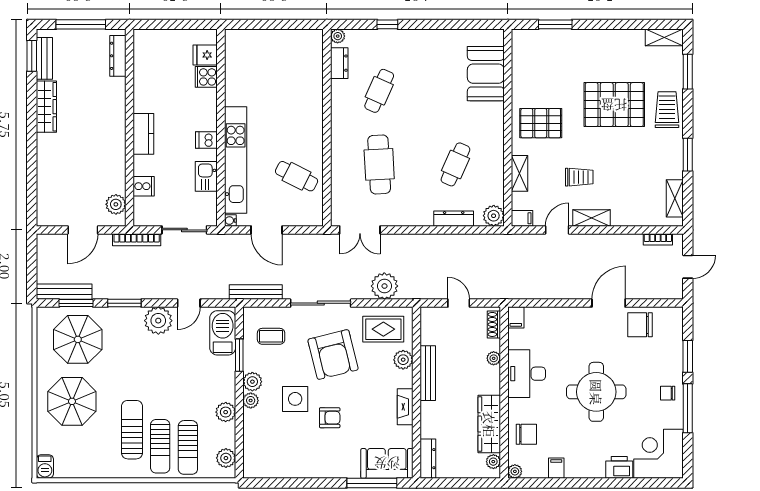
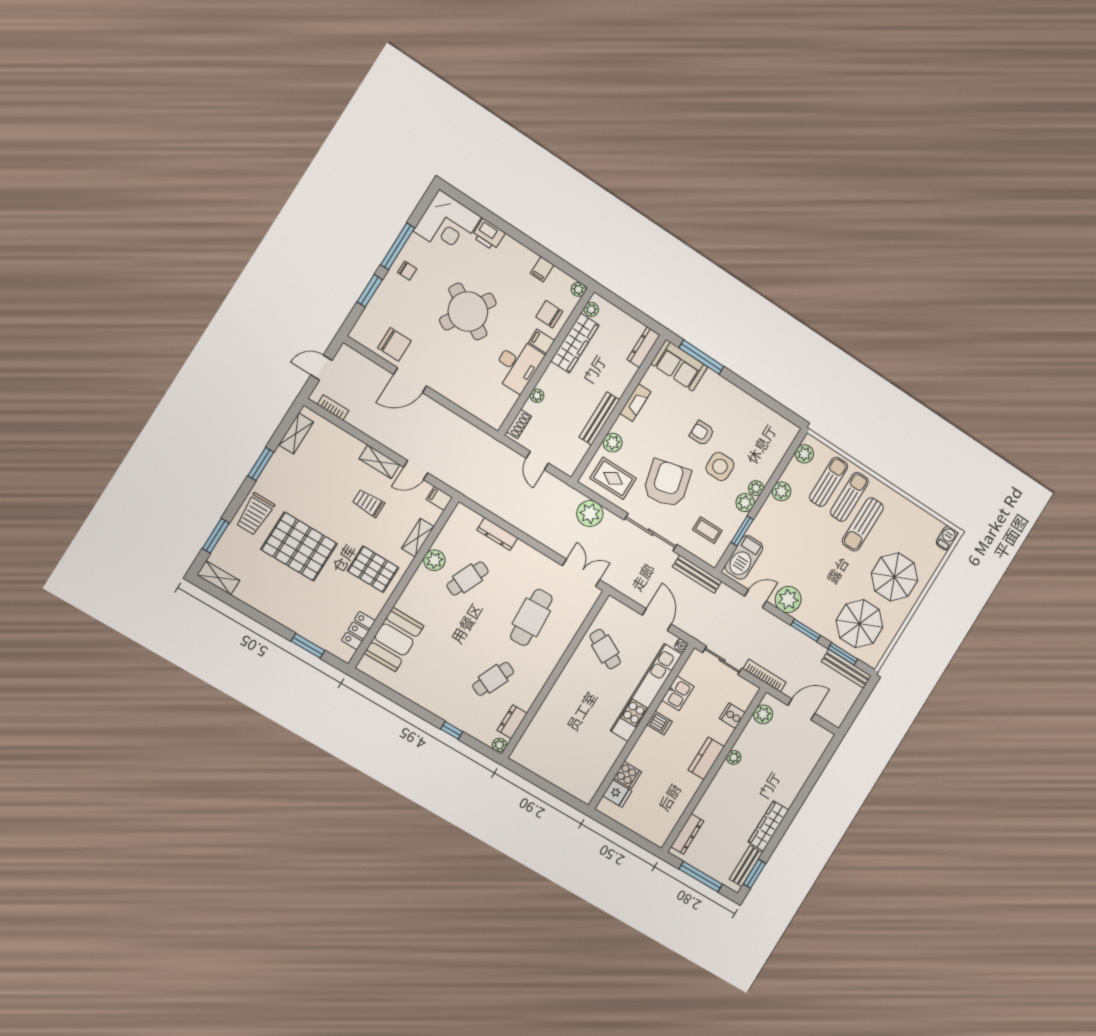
locker: (521, 63) -> (358, 631), added
plant: (118, 150) -> (734, 757), added
plant: (494, 216) -> (434, 560), moved
filing cabinet: (516, 317) -> (542, 341), moved, turned -90
round table: (596, 392) -> (468, 312), turned 30

